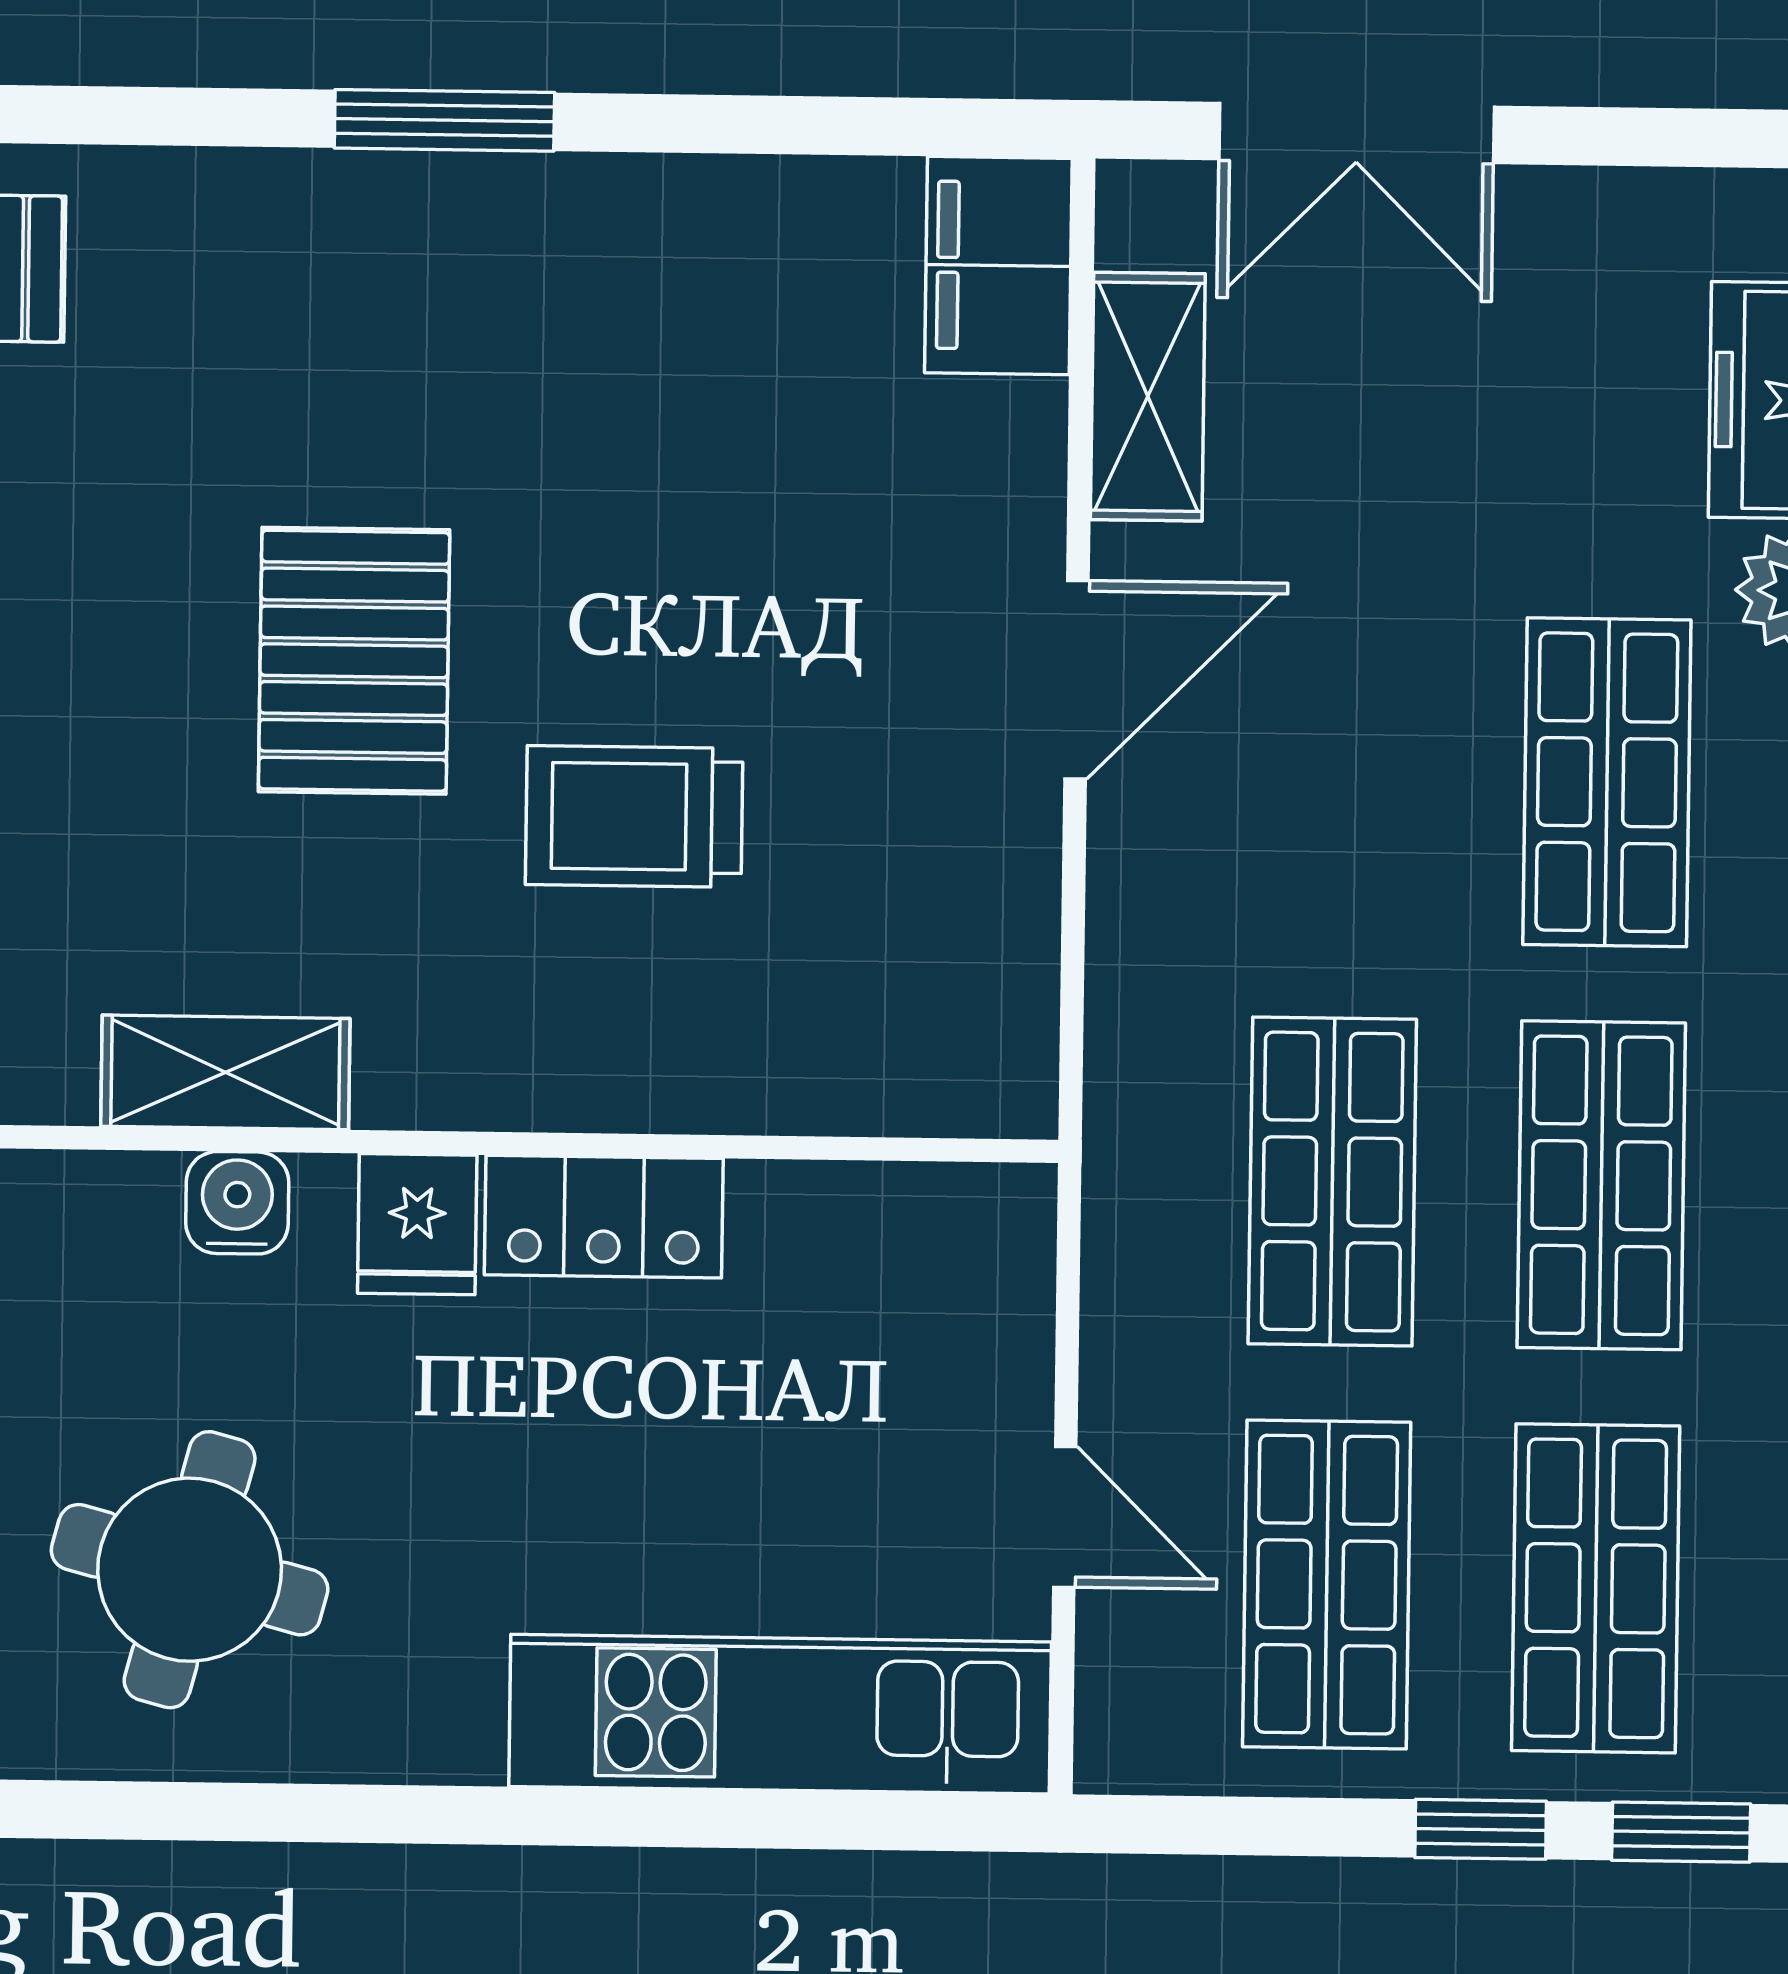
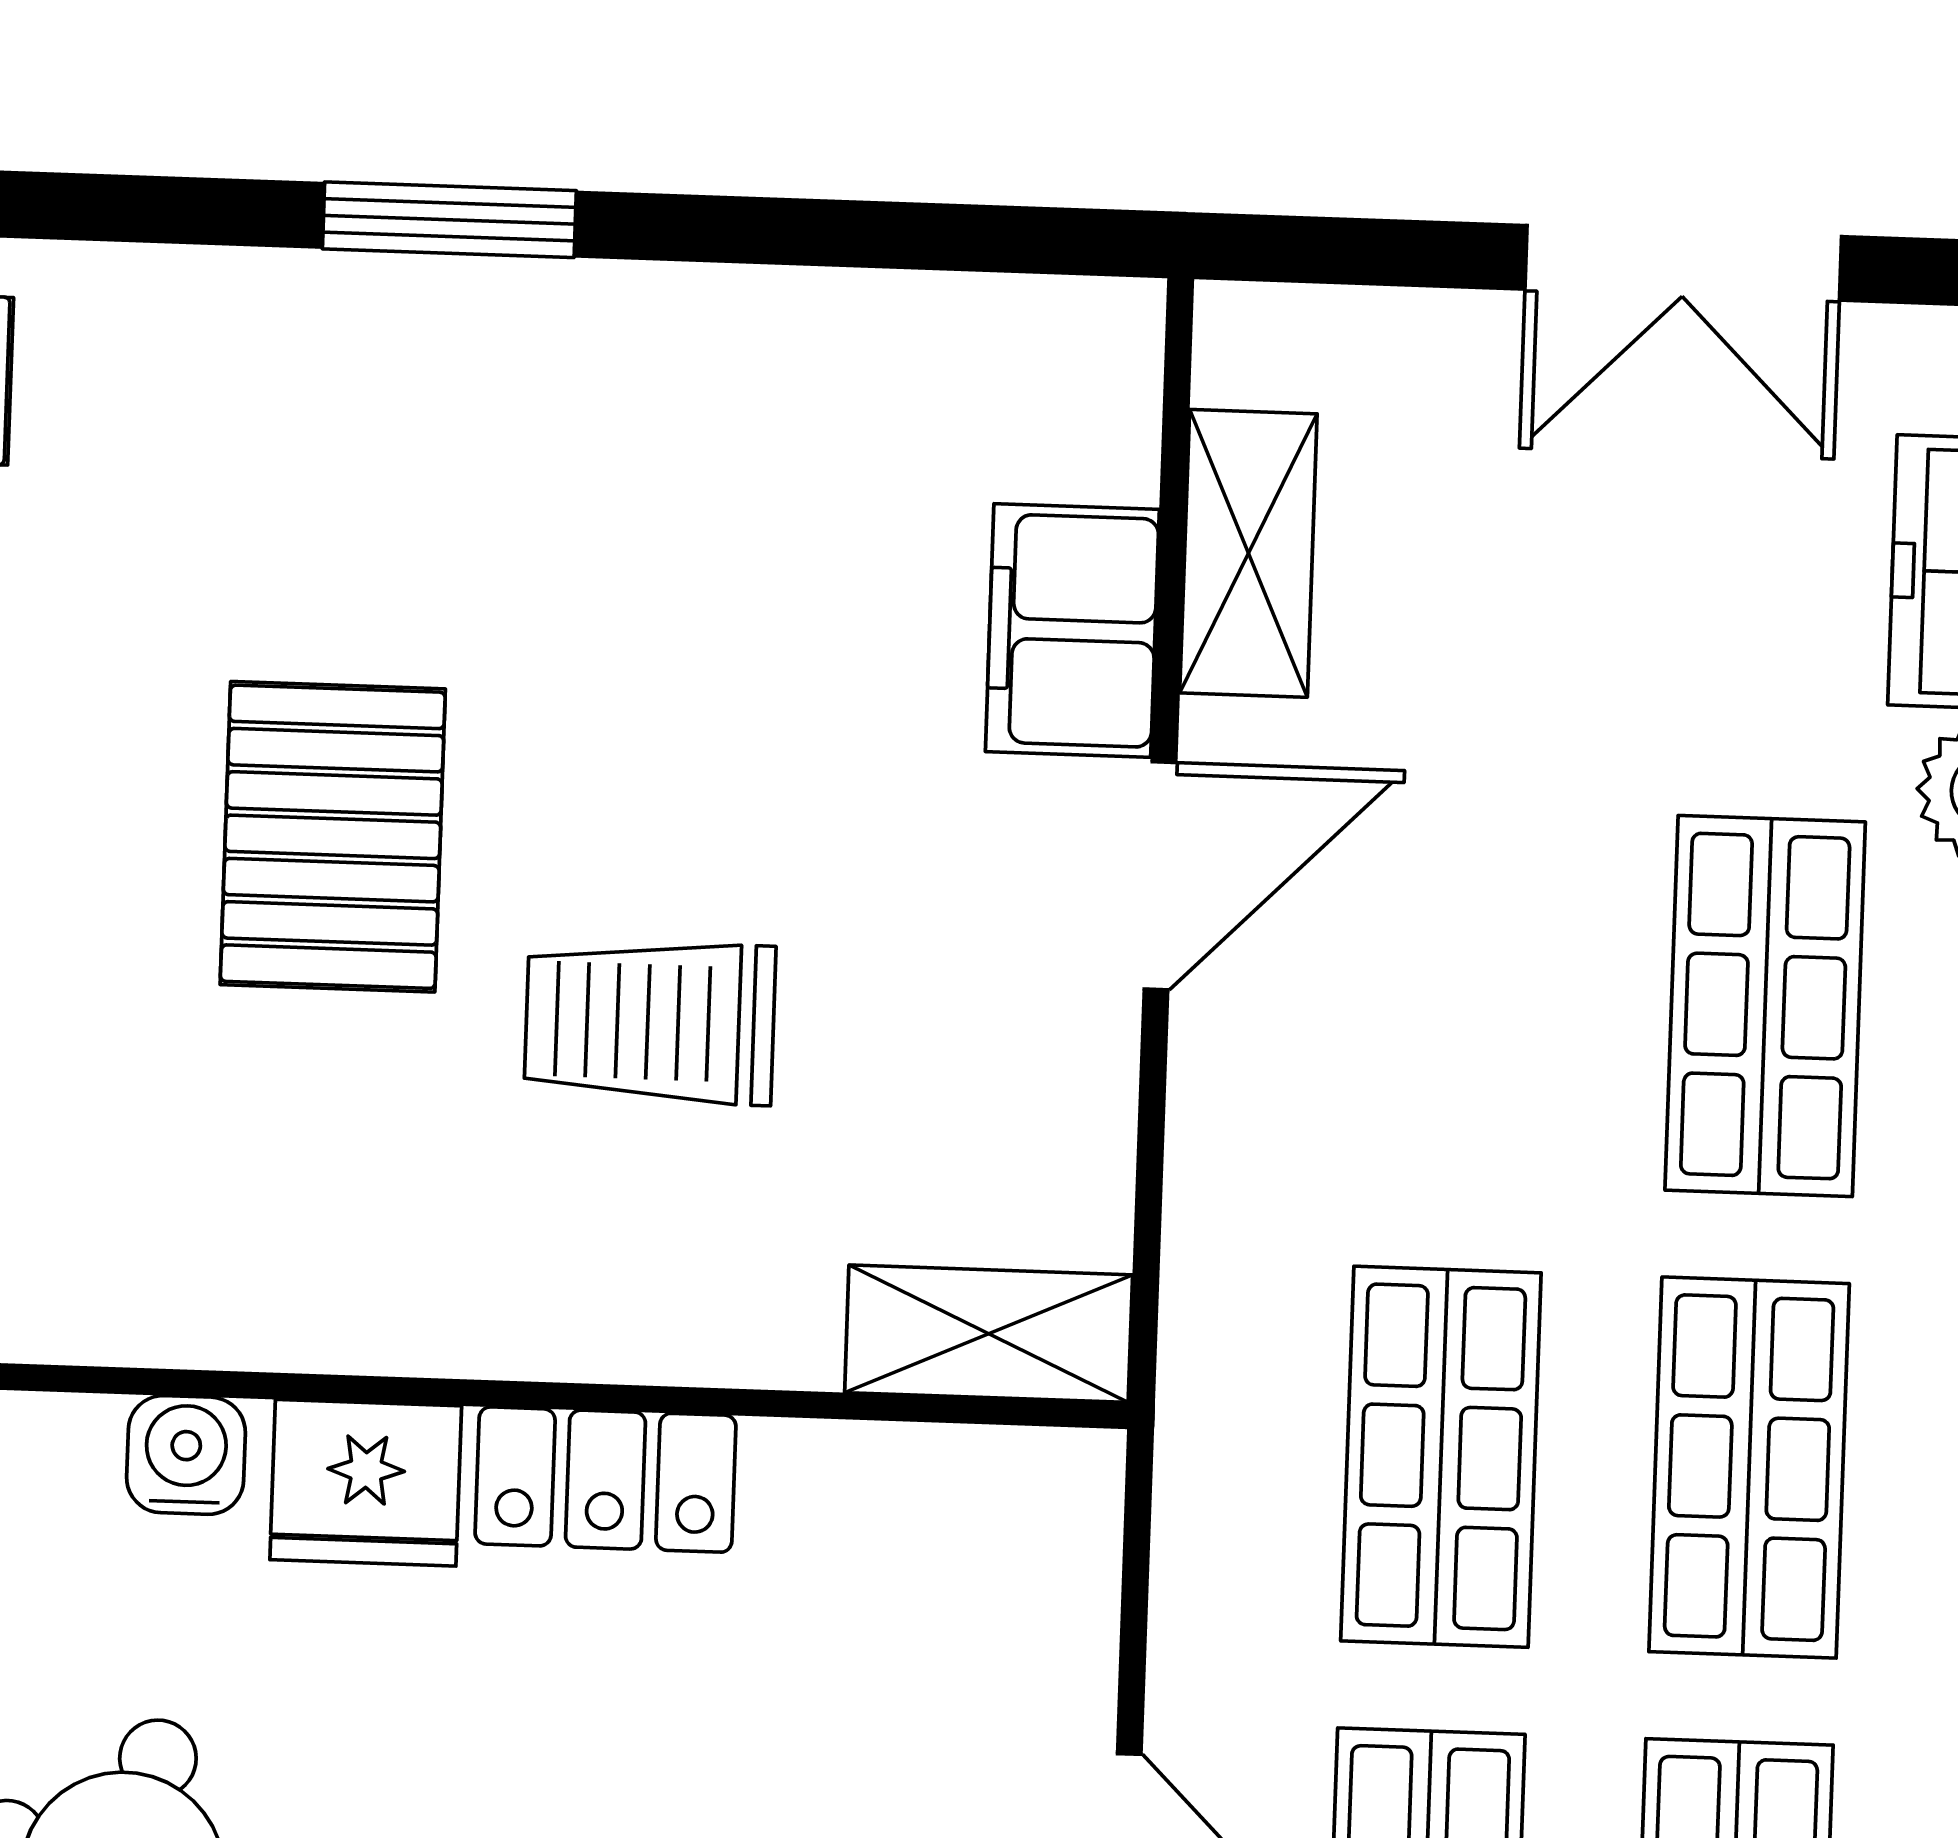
double door: (1357, 133) -> (1683, 263), moved
filing cabinet: (998, 266) -> (1072, 630), moved
shelving: (225, 1072) -> (989, 1334), moved
fridge: (417, 1224) -> (366, 1483), width x1.38

